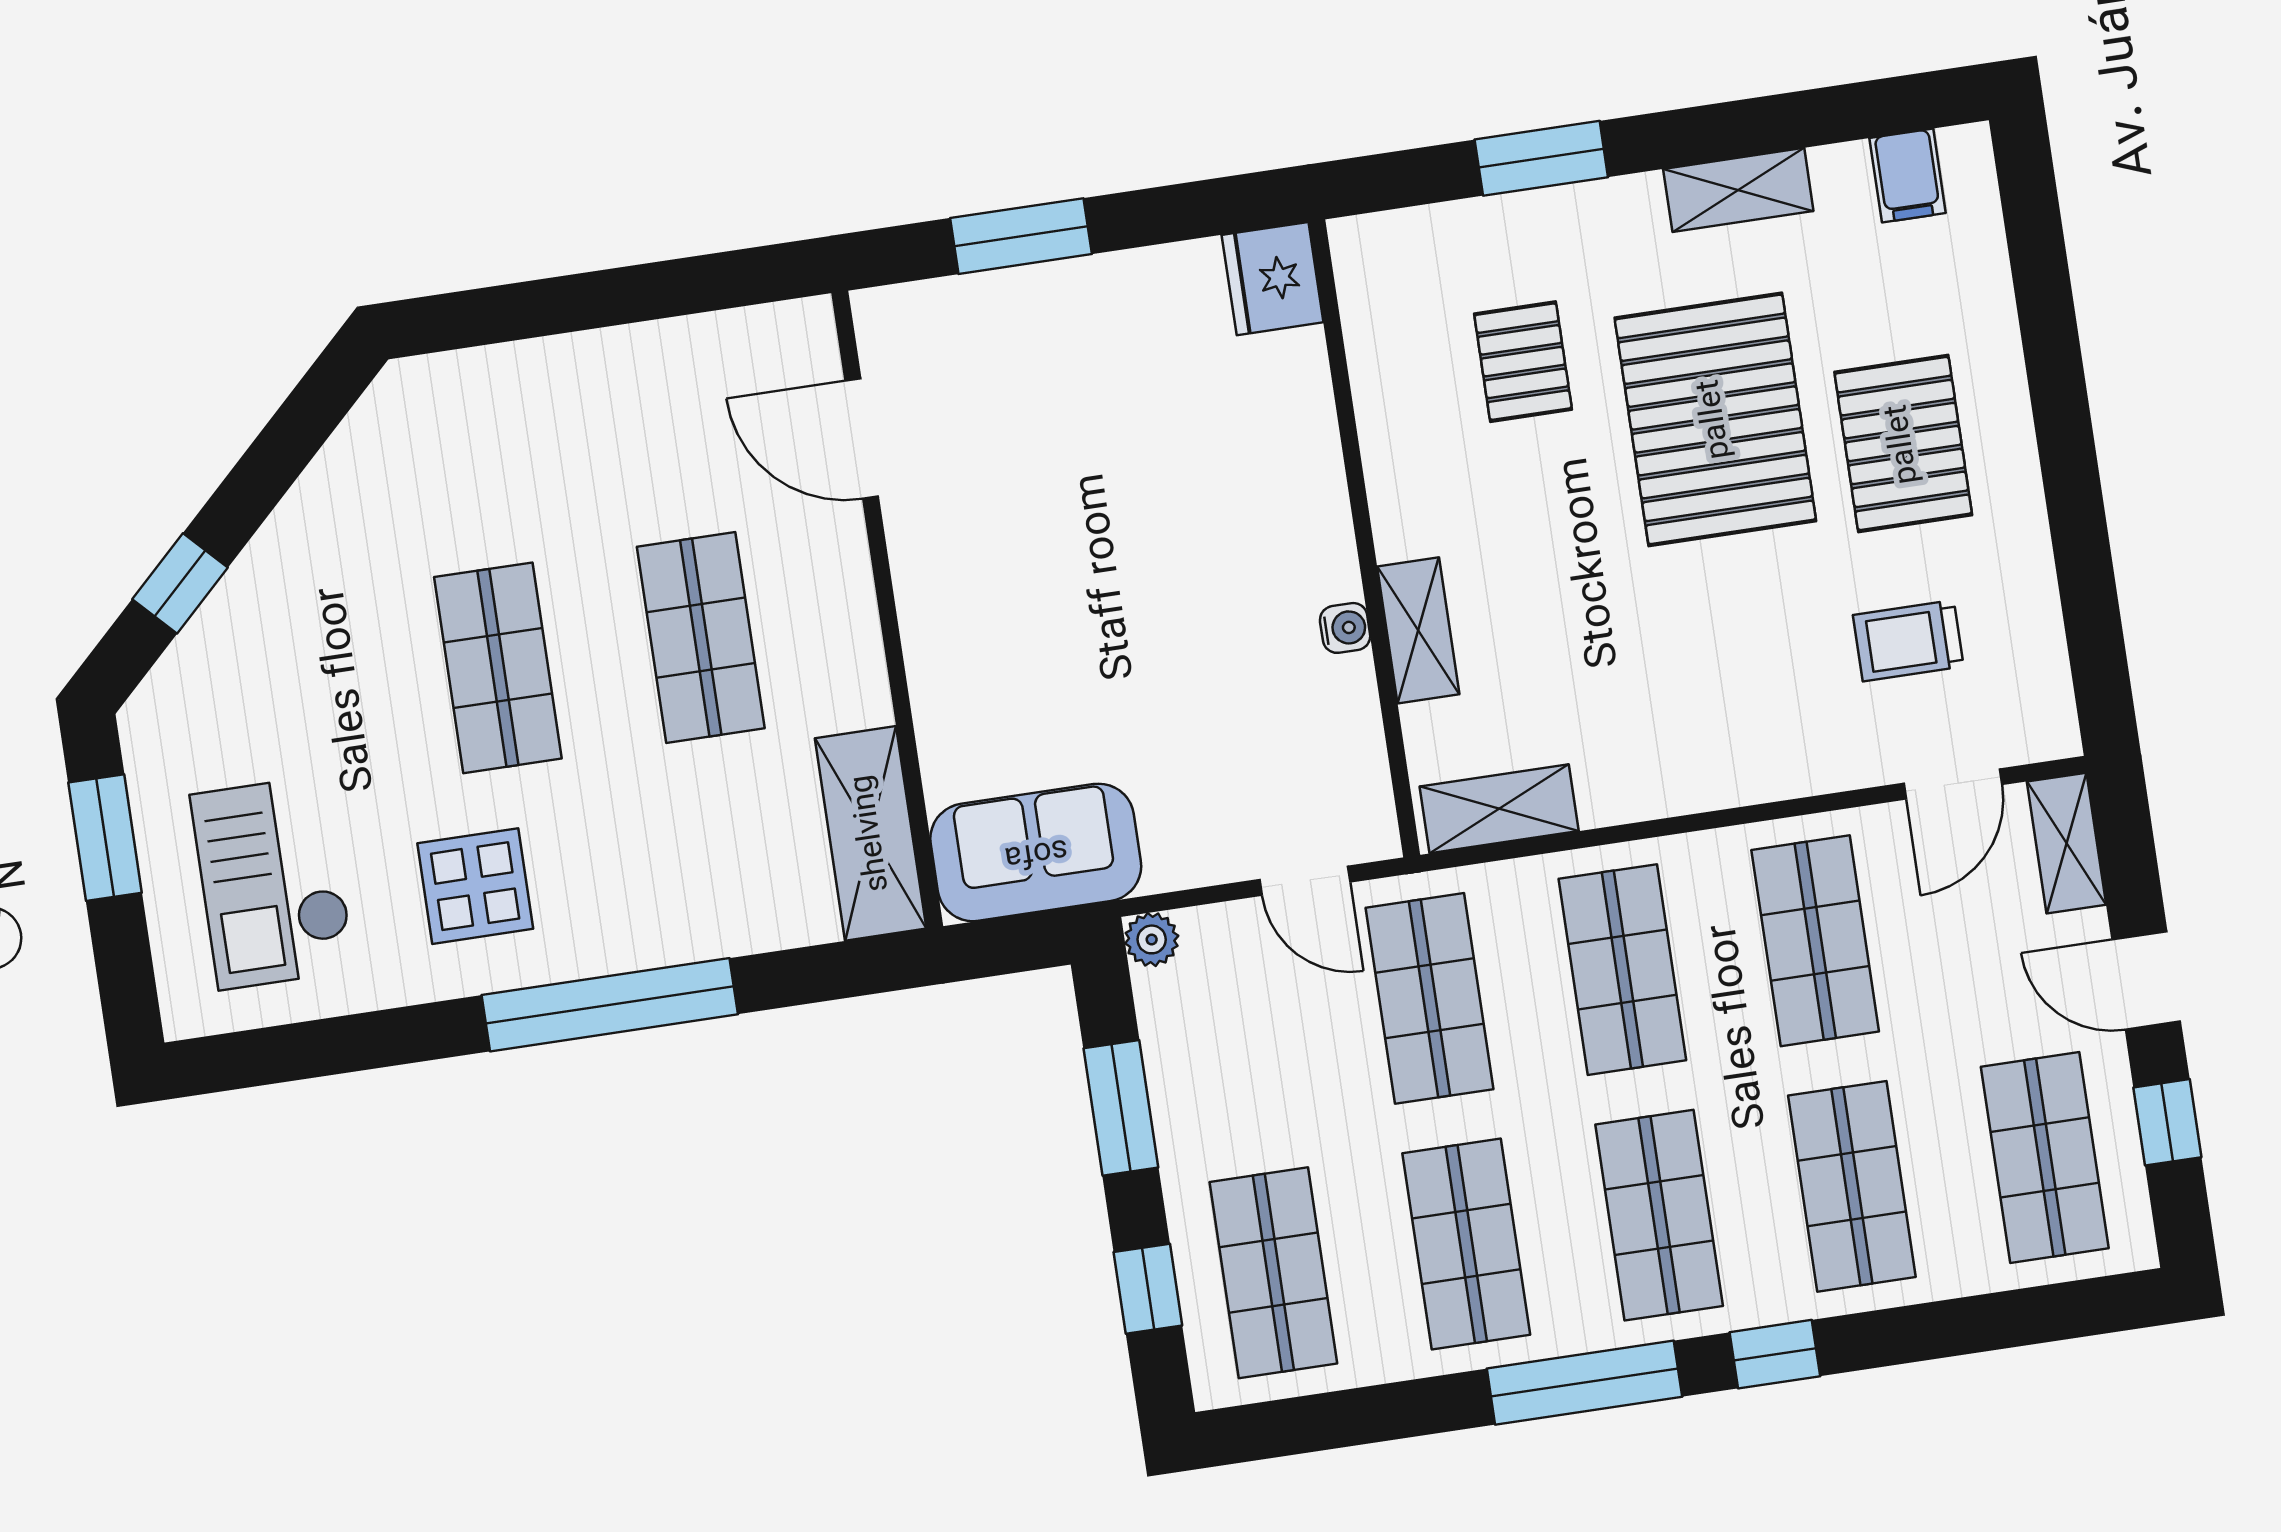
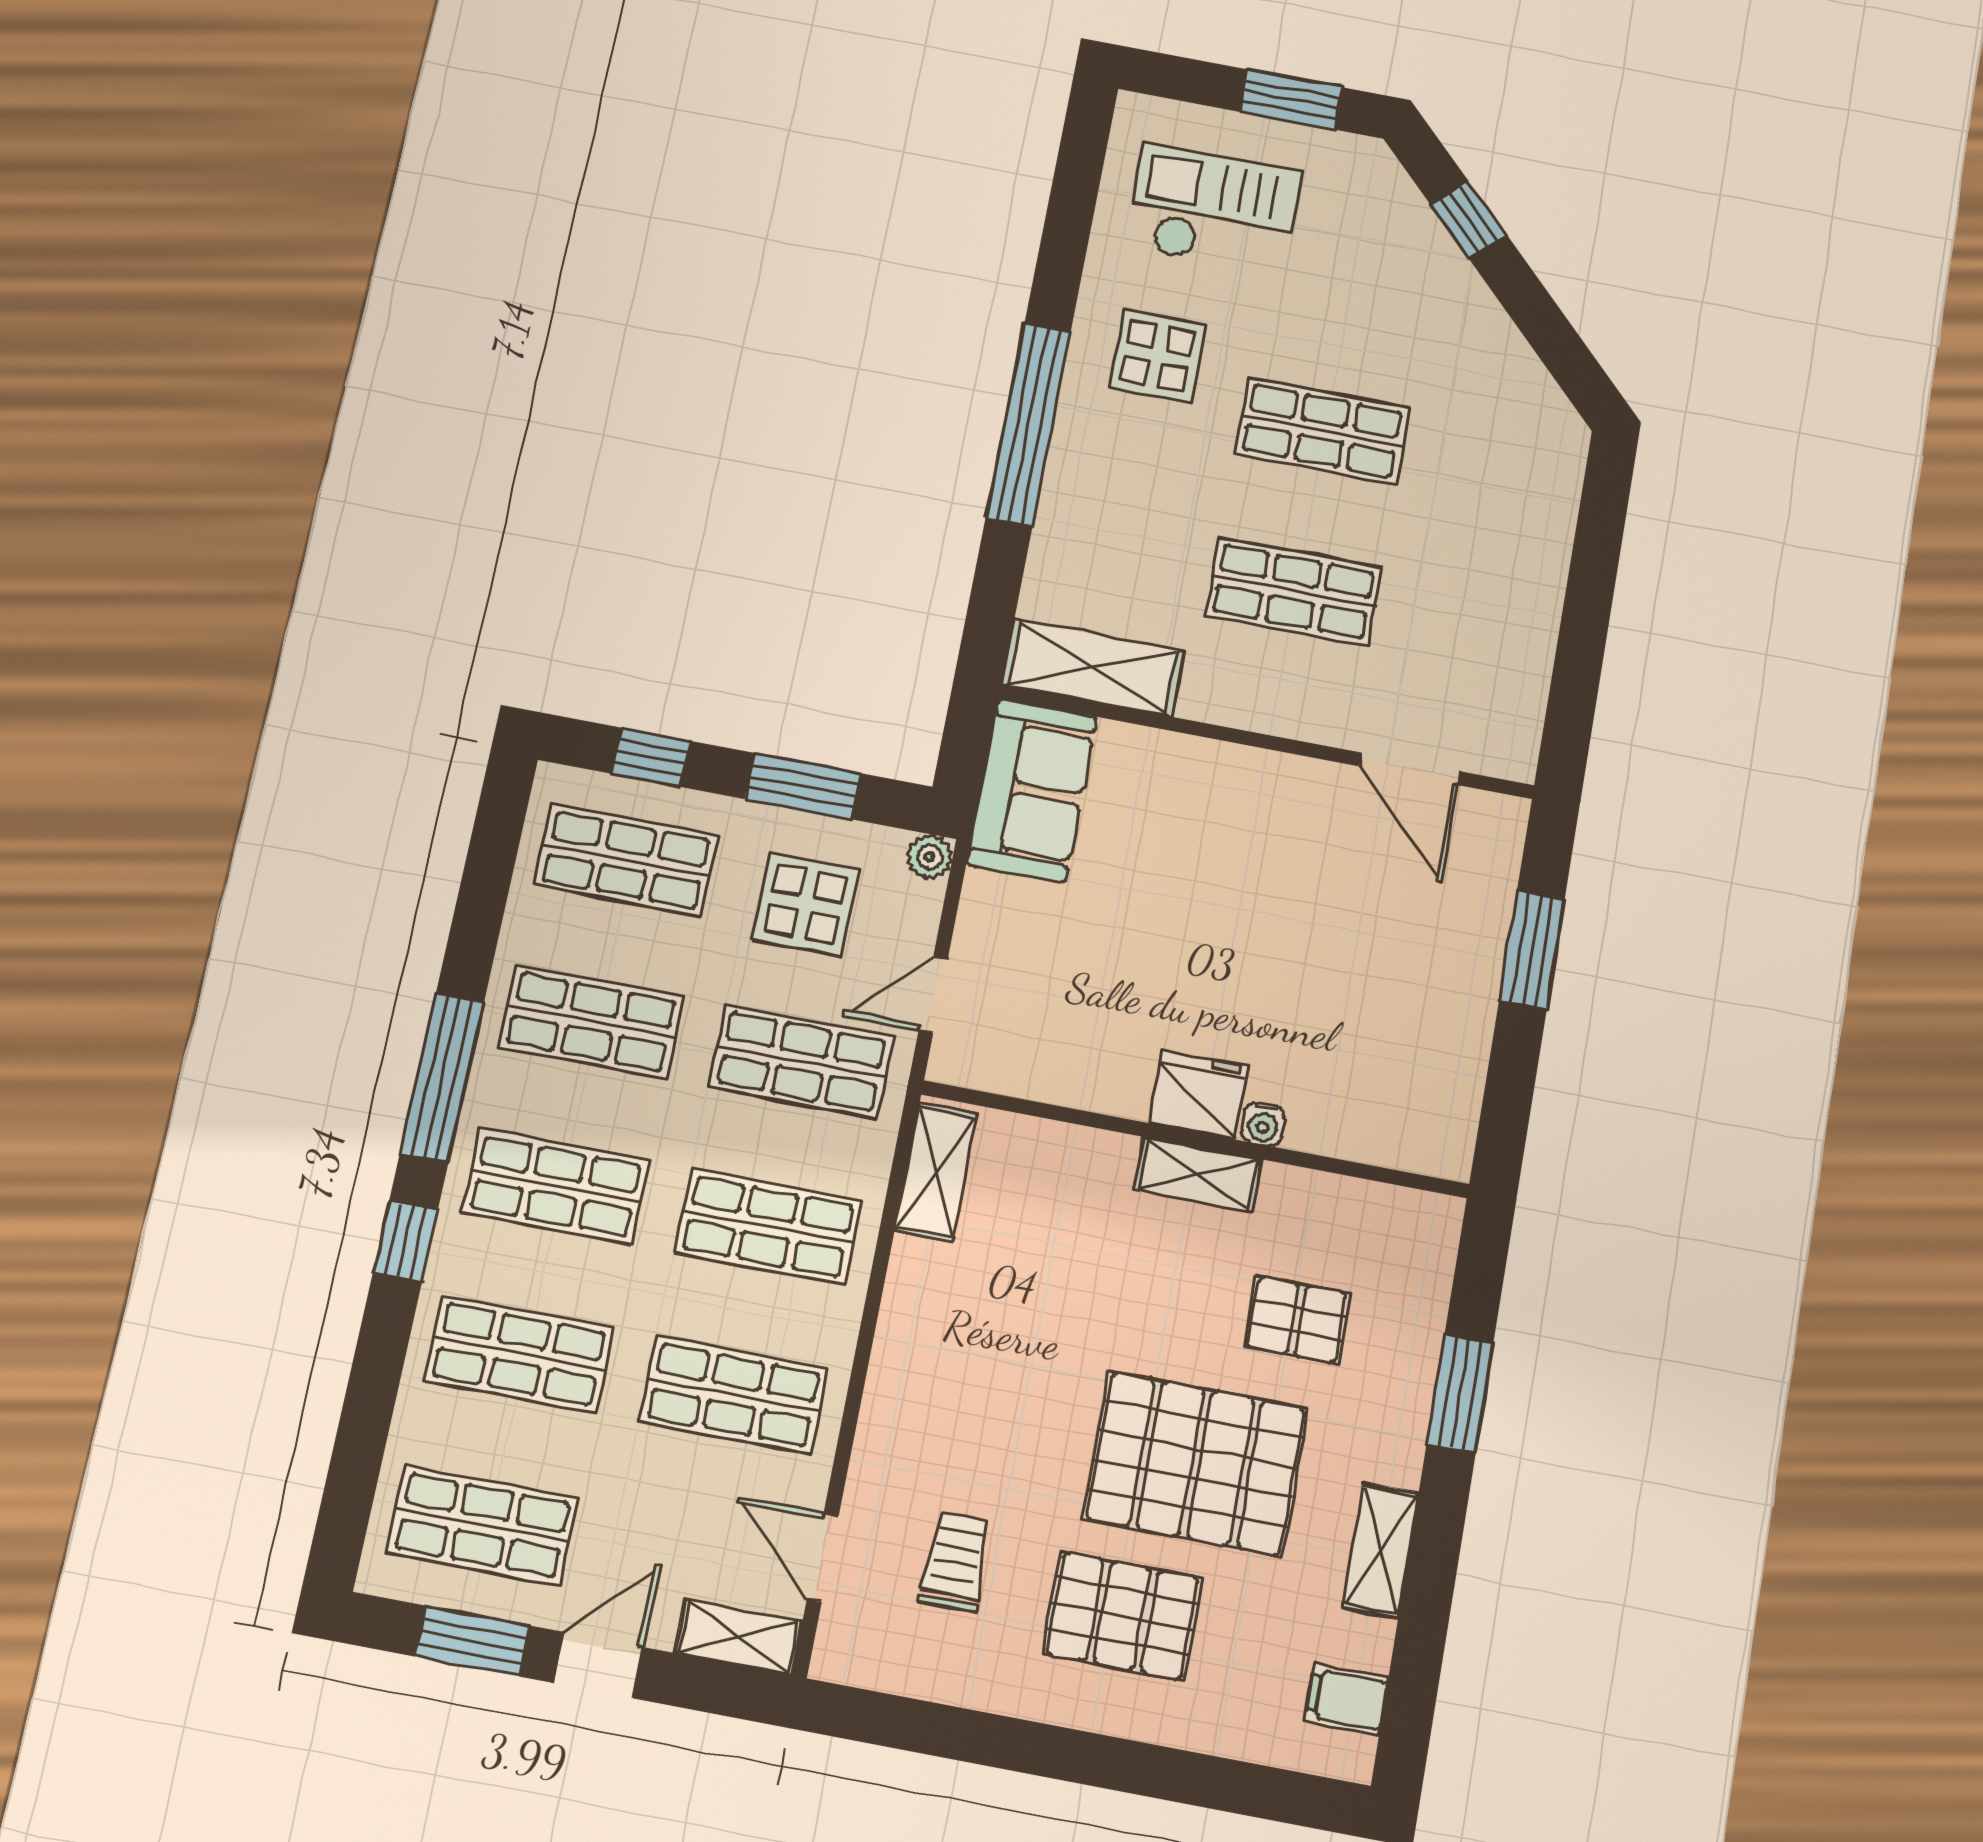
fridge: (1273, 279) -> (1198, 1094), moved
door: (862, 439) -> (1410, 769), swing flipped
water cooler: (1345, 628) -> (1263, 1124), moved
shelving: (1418, 630) -> (1198, 1175), moved
display table: (1253, 1057) -> (806, 904), added
window: (2167, 1122) -> (473, 1641), width x1.50

